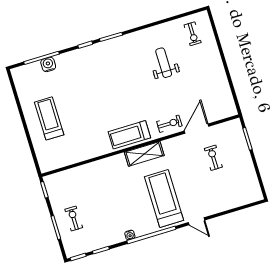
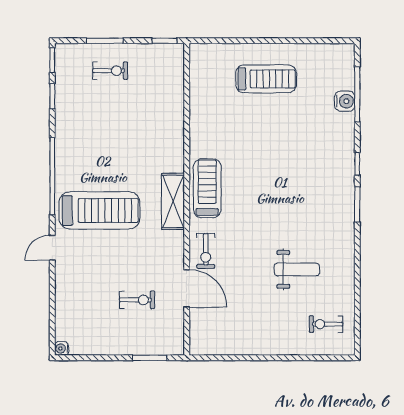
water cooler: (130, 235) -> (62, 349), moved

